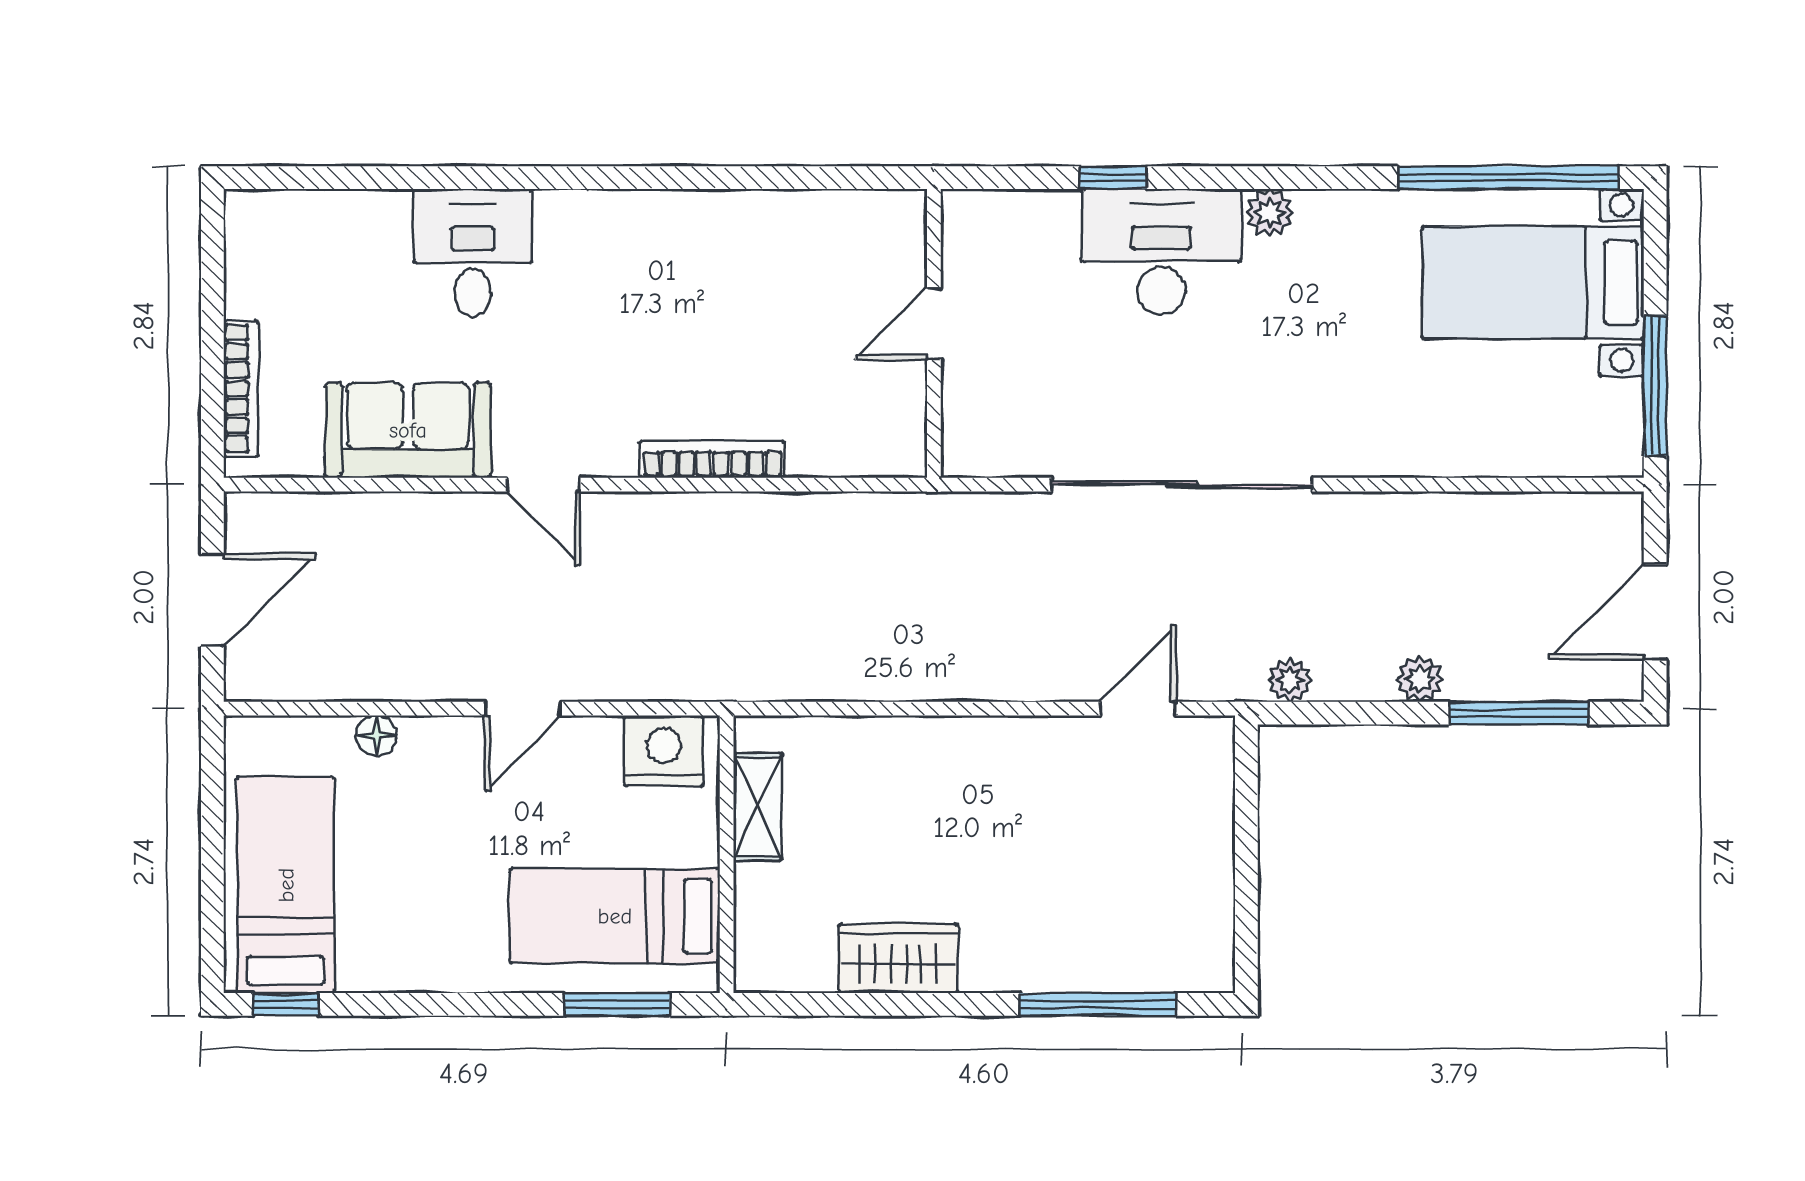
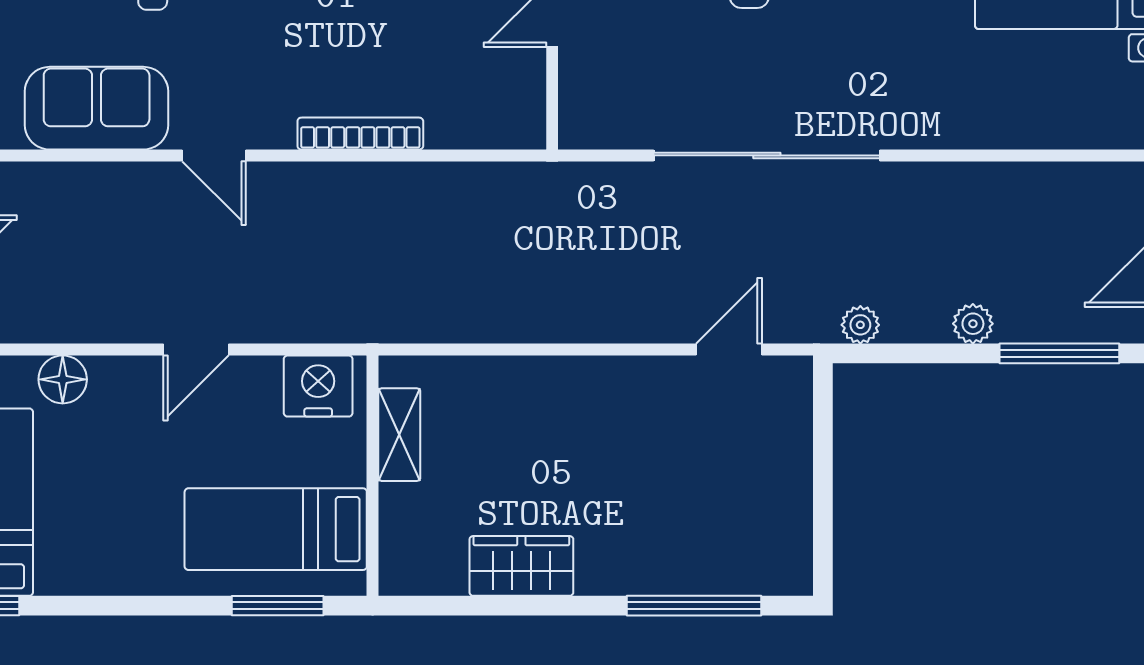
floor lamp: (376, 736) -> (63, 379), width x1.37, depth x1.37

